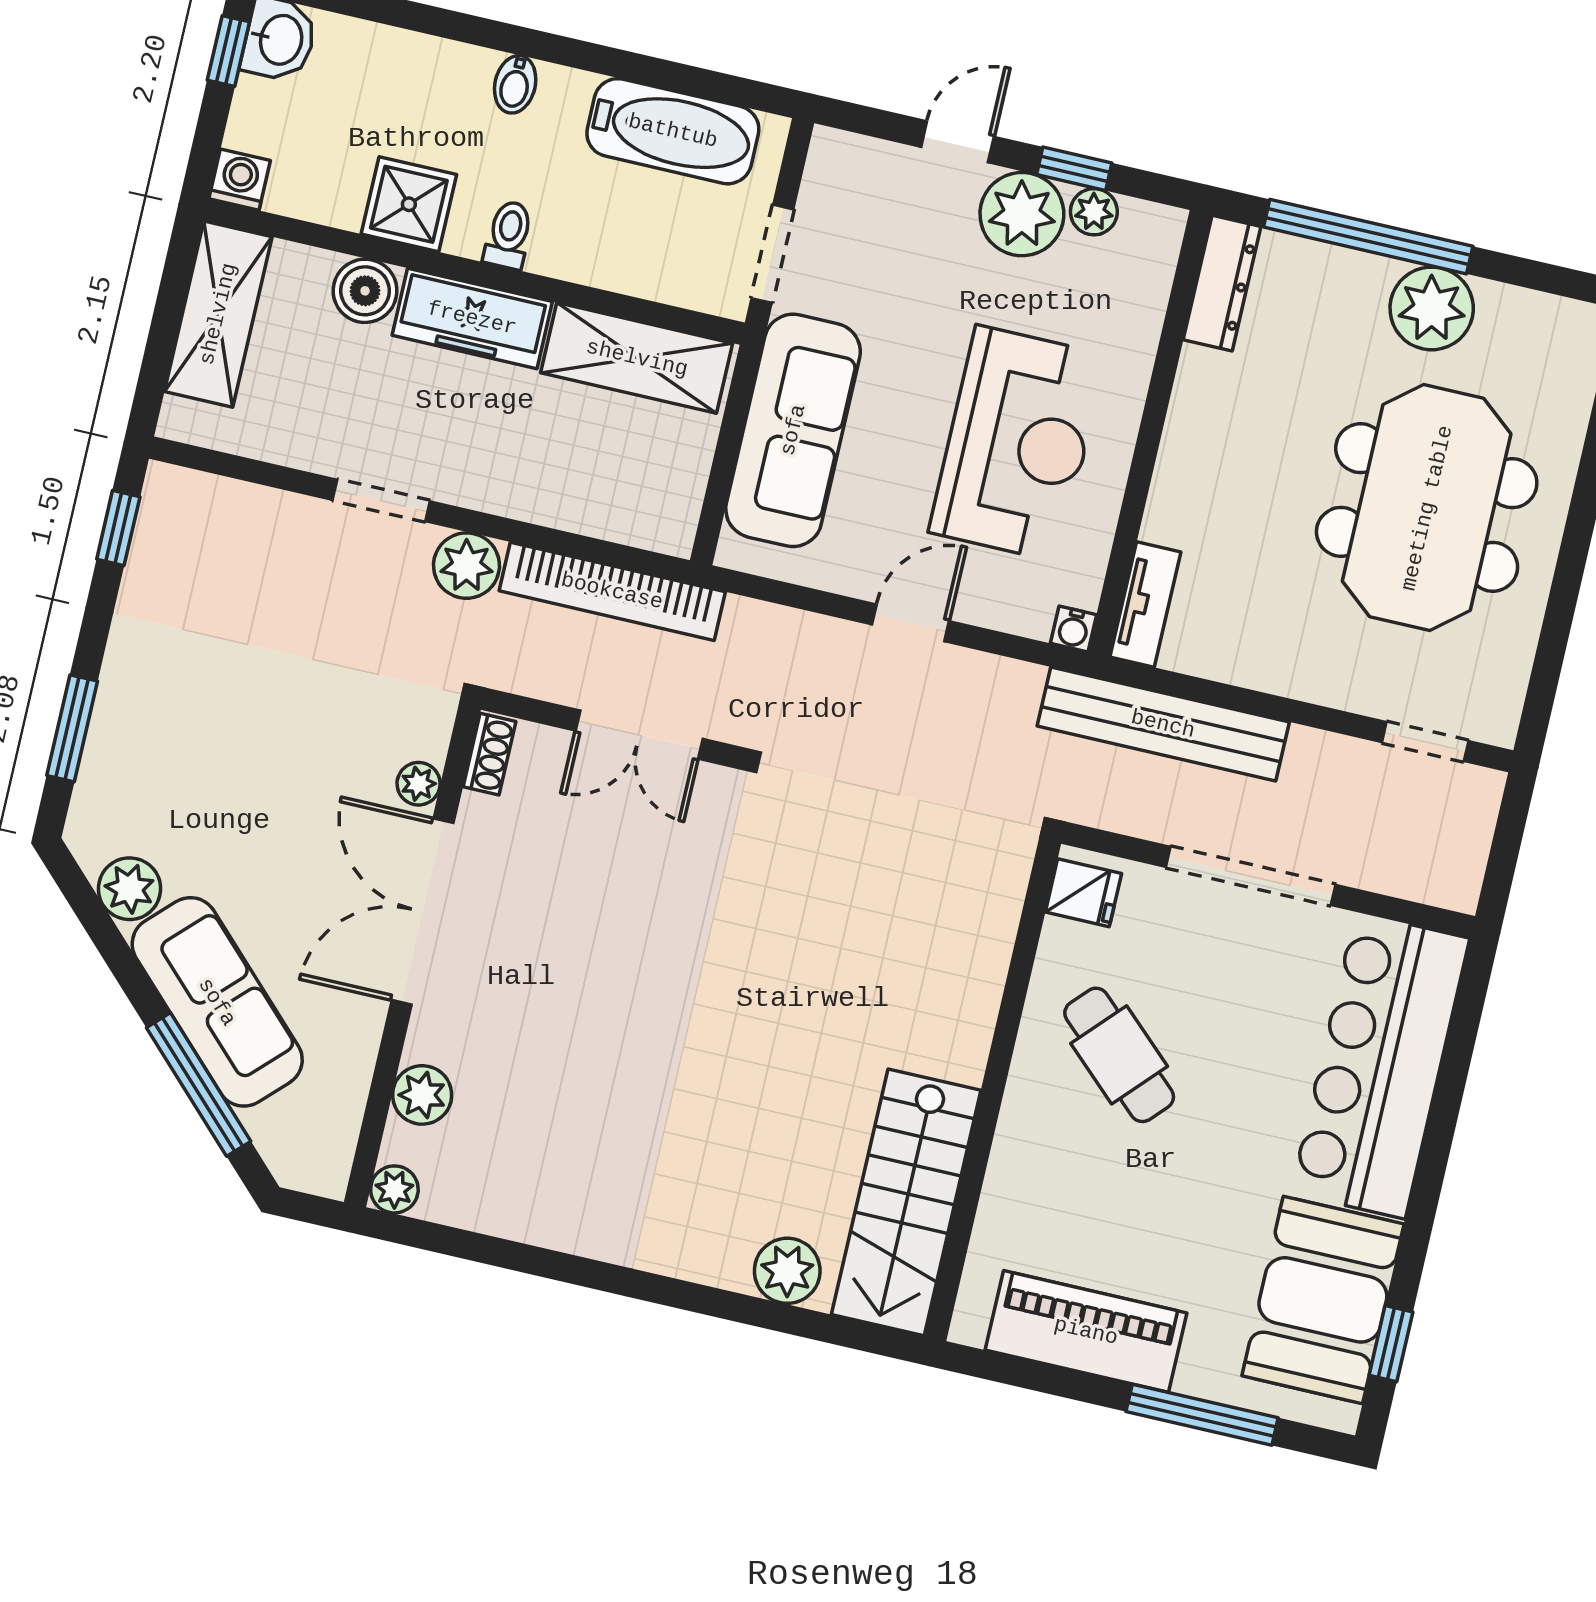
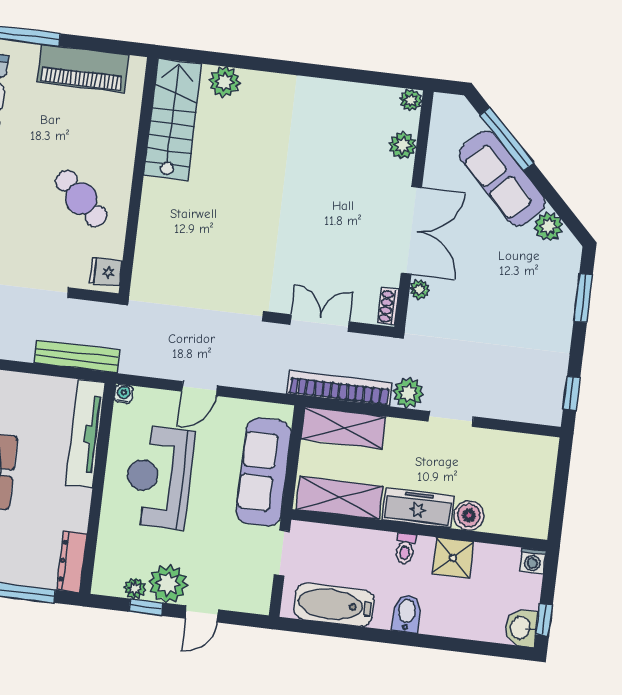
bidet: (515, 84) -> (407, 613), width x1.38, depth x1.36
shelving: (218, 314) -> (343, 428), moved, turned 90
tv unit: (1145, 604) -> (85, 434), width x1.92, depth x1.29
bench: (1163, 724) -> (77, 357), width x0.73, depth x0.82

